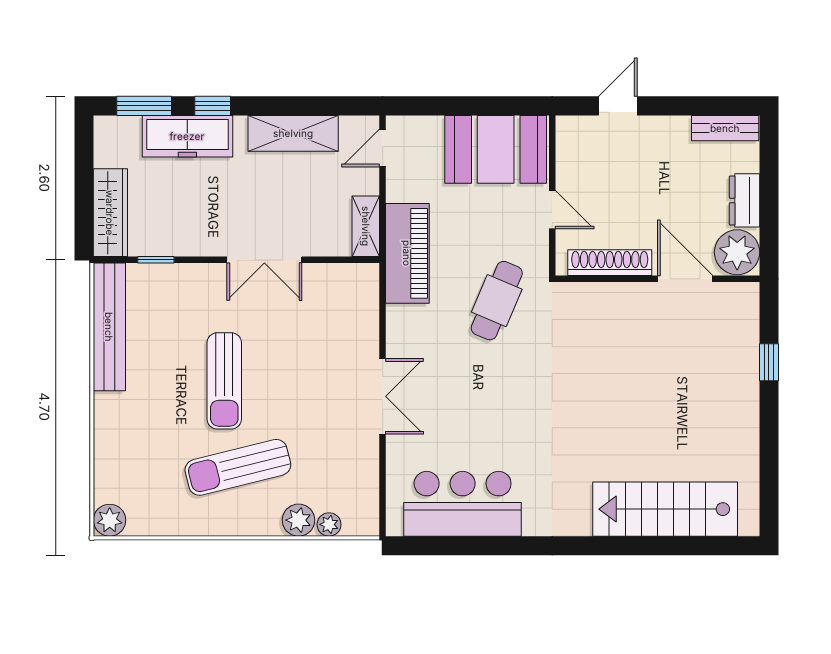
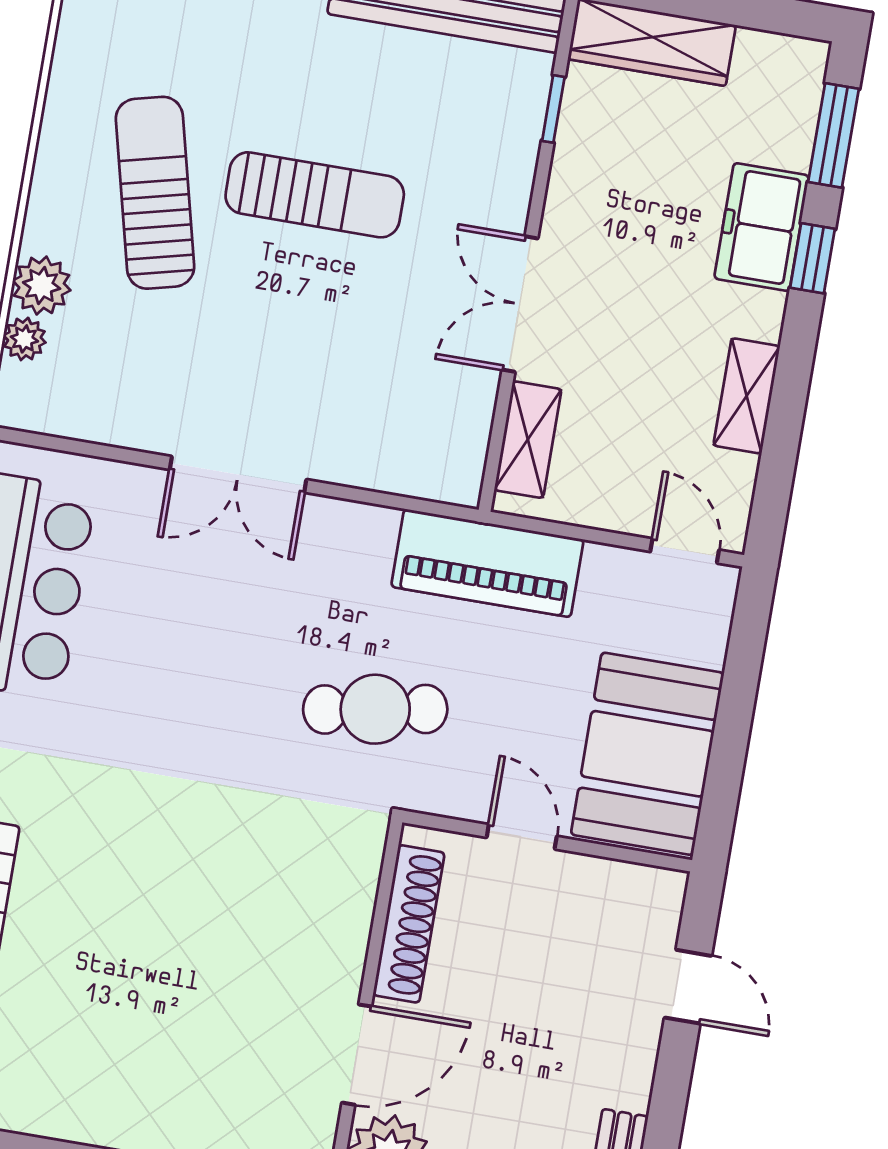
shelving: (293, 133) -> (747, 396), width x0.67, depth x0.75
freezer: (187, 136) -> (762, 227), width x0.71
door: (552, 210) -> (522, 837), swing flipped
shelving: (366, 226) -> (528, 440), moved, turned 90
cafe table: (497, 301) -> (375, 709), turned -33
sun lounger: (224, 381) -> (315, 195), turned 180

